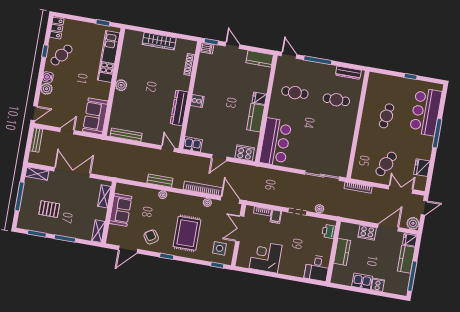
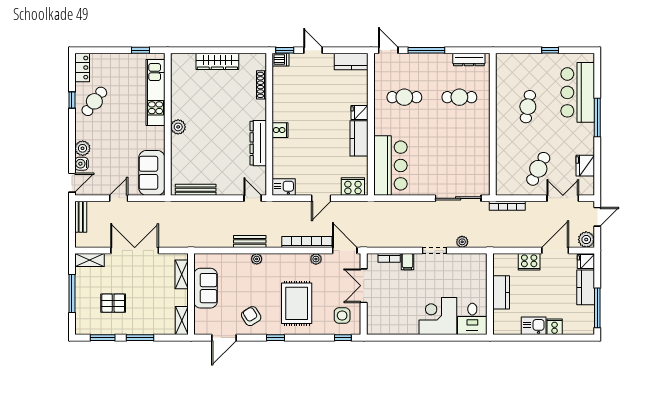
water cooler: (48, 77) -> (81, 164), moved
printer: (329, 231) -> (479, 269), removed
corner desk: (266, 257) -> (438, 316), moved

